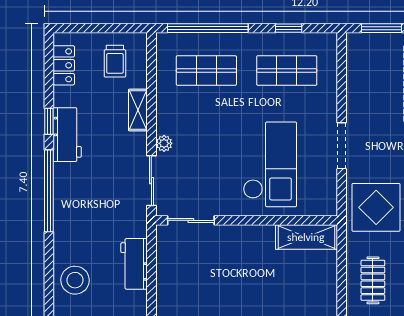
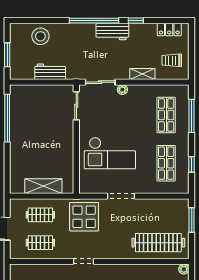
window: (208, 28) -> (192, 116), width x0.68
workbench: (67, 135) -> (112, 32), moved
shelving: (306, 237) -> (43, 186), moved, turned 90

